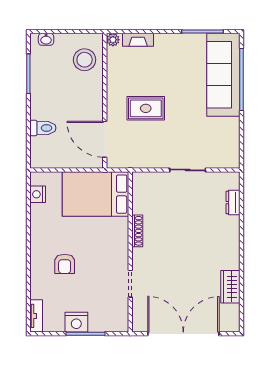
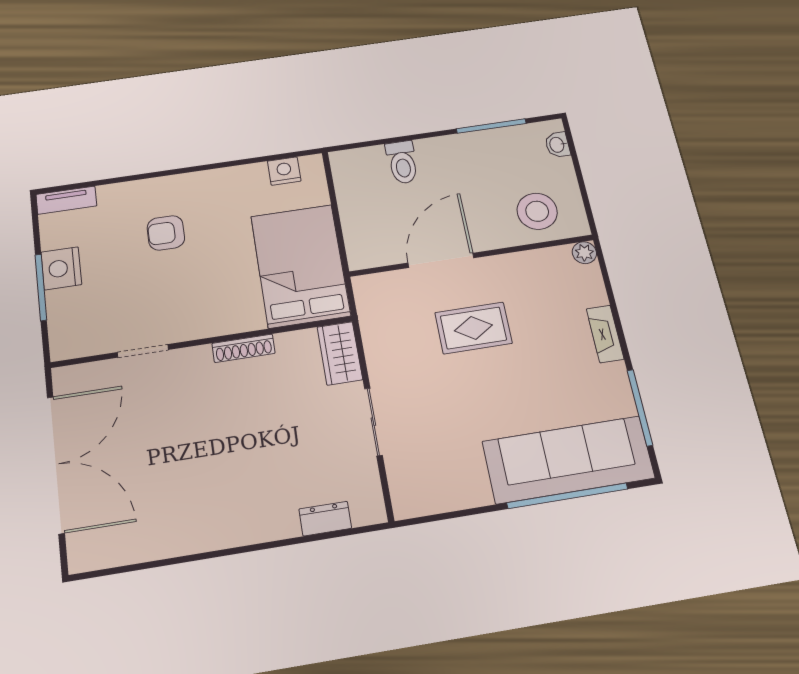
fireplace: (138, 40) -> (605, 334), moved
rug: (146, 108) -> (473, 328), turned 90
door: (105, 139) -> (441, 260), moved
wardrobe: (230, 287) -> (340, 353), moved, turned -90

